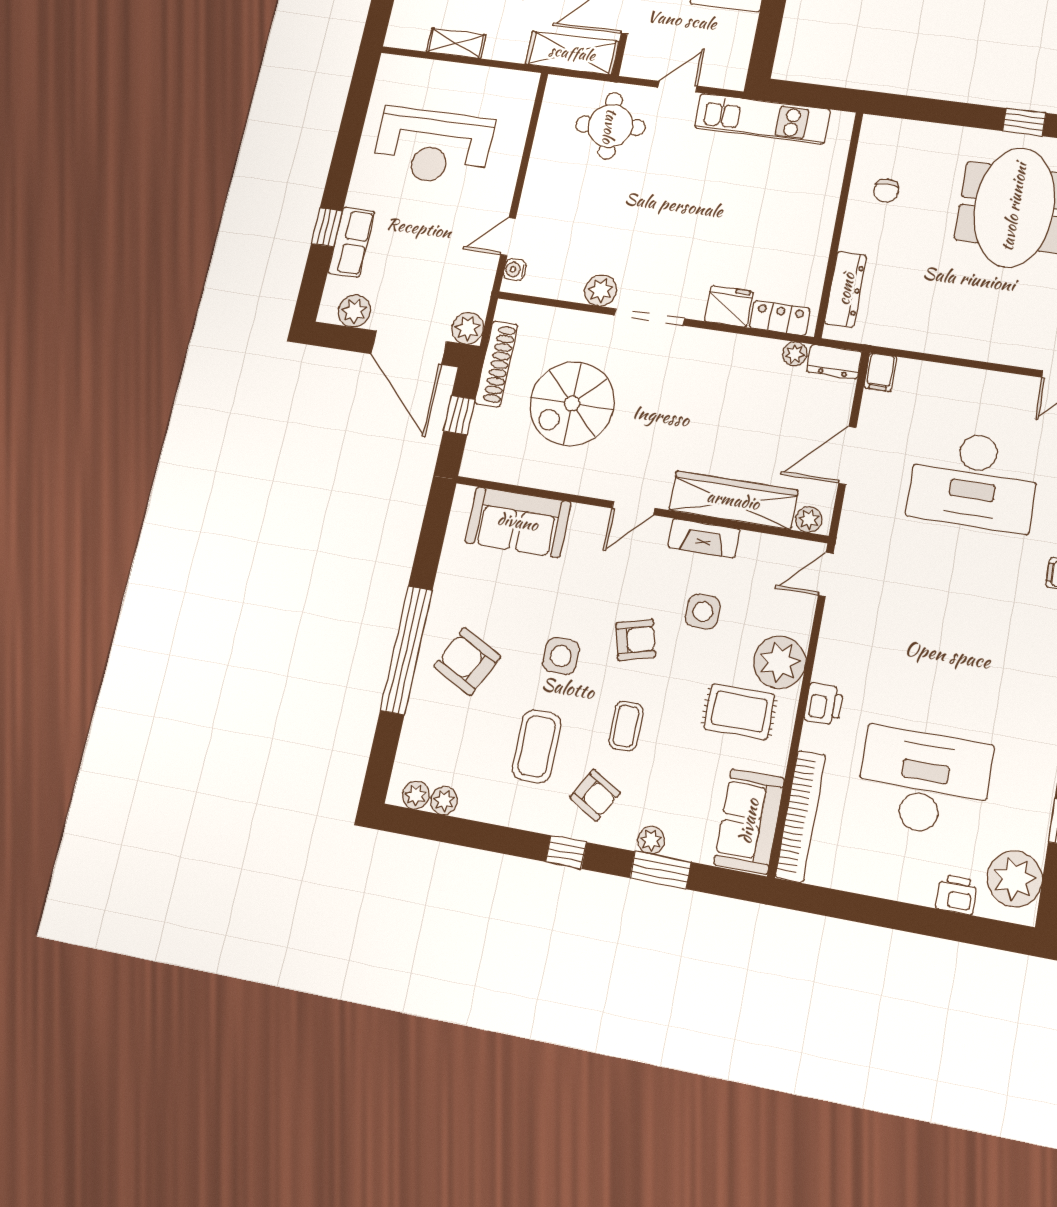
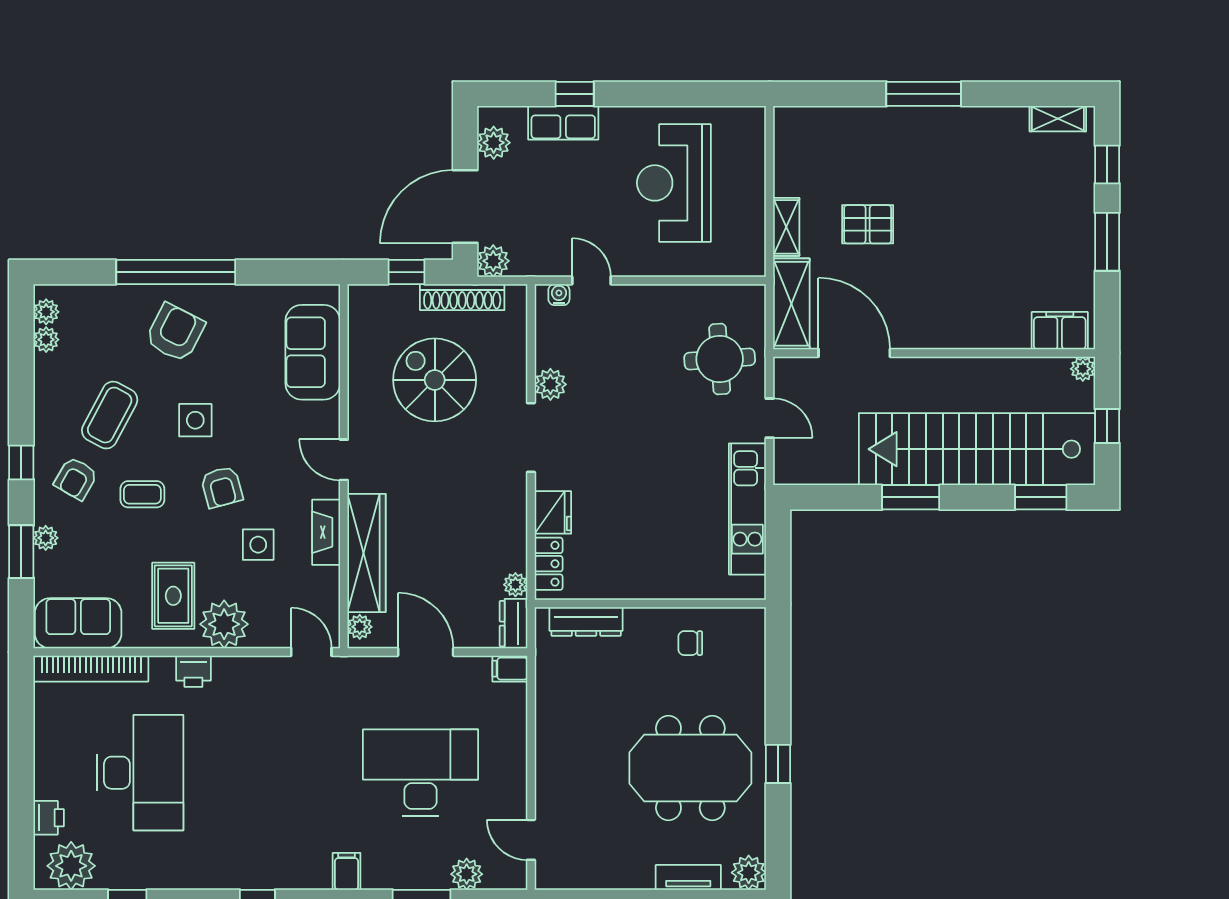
shelving: (456, 43) -> (786, 227), moved
desk: (974, 480) -> (421, 773), turned 90
coffee table: (537, 746) -> (110, 415), turned -62

